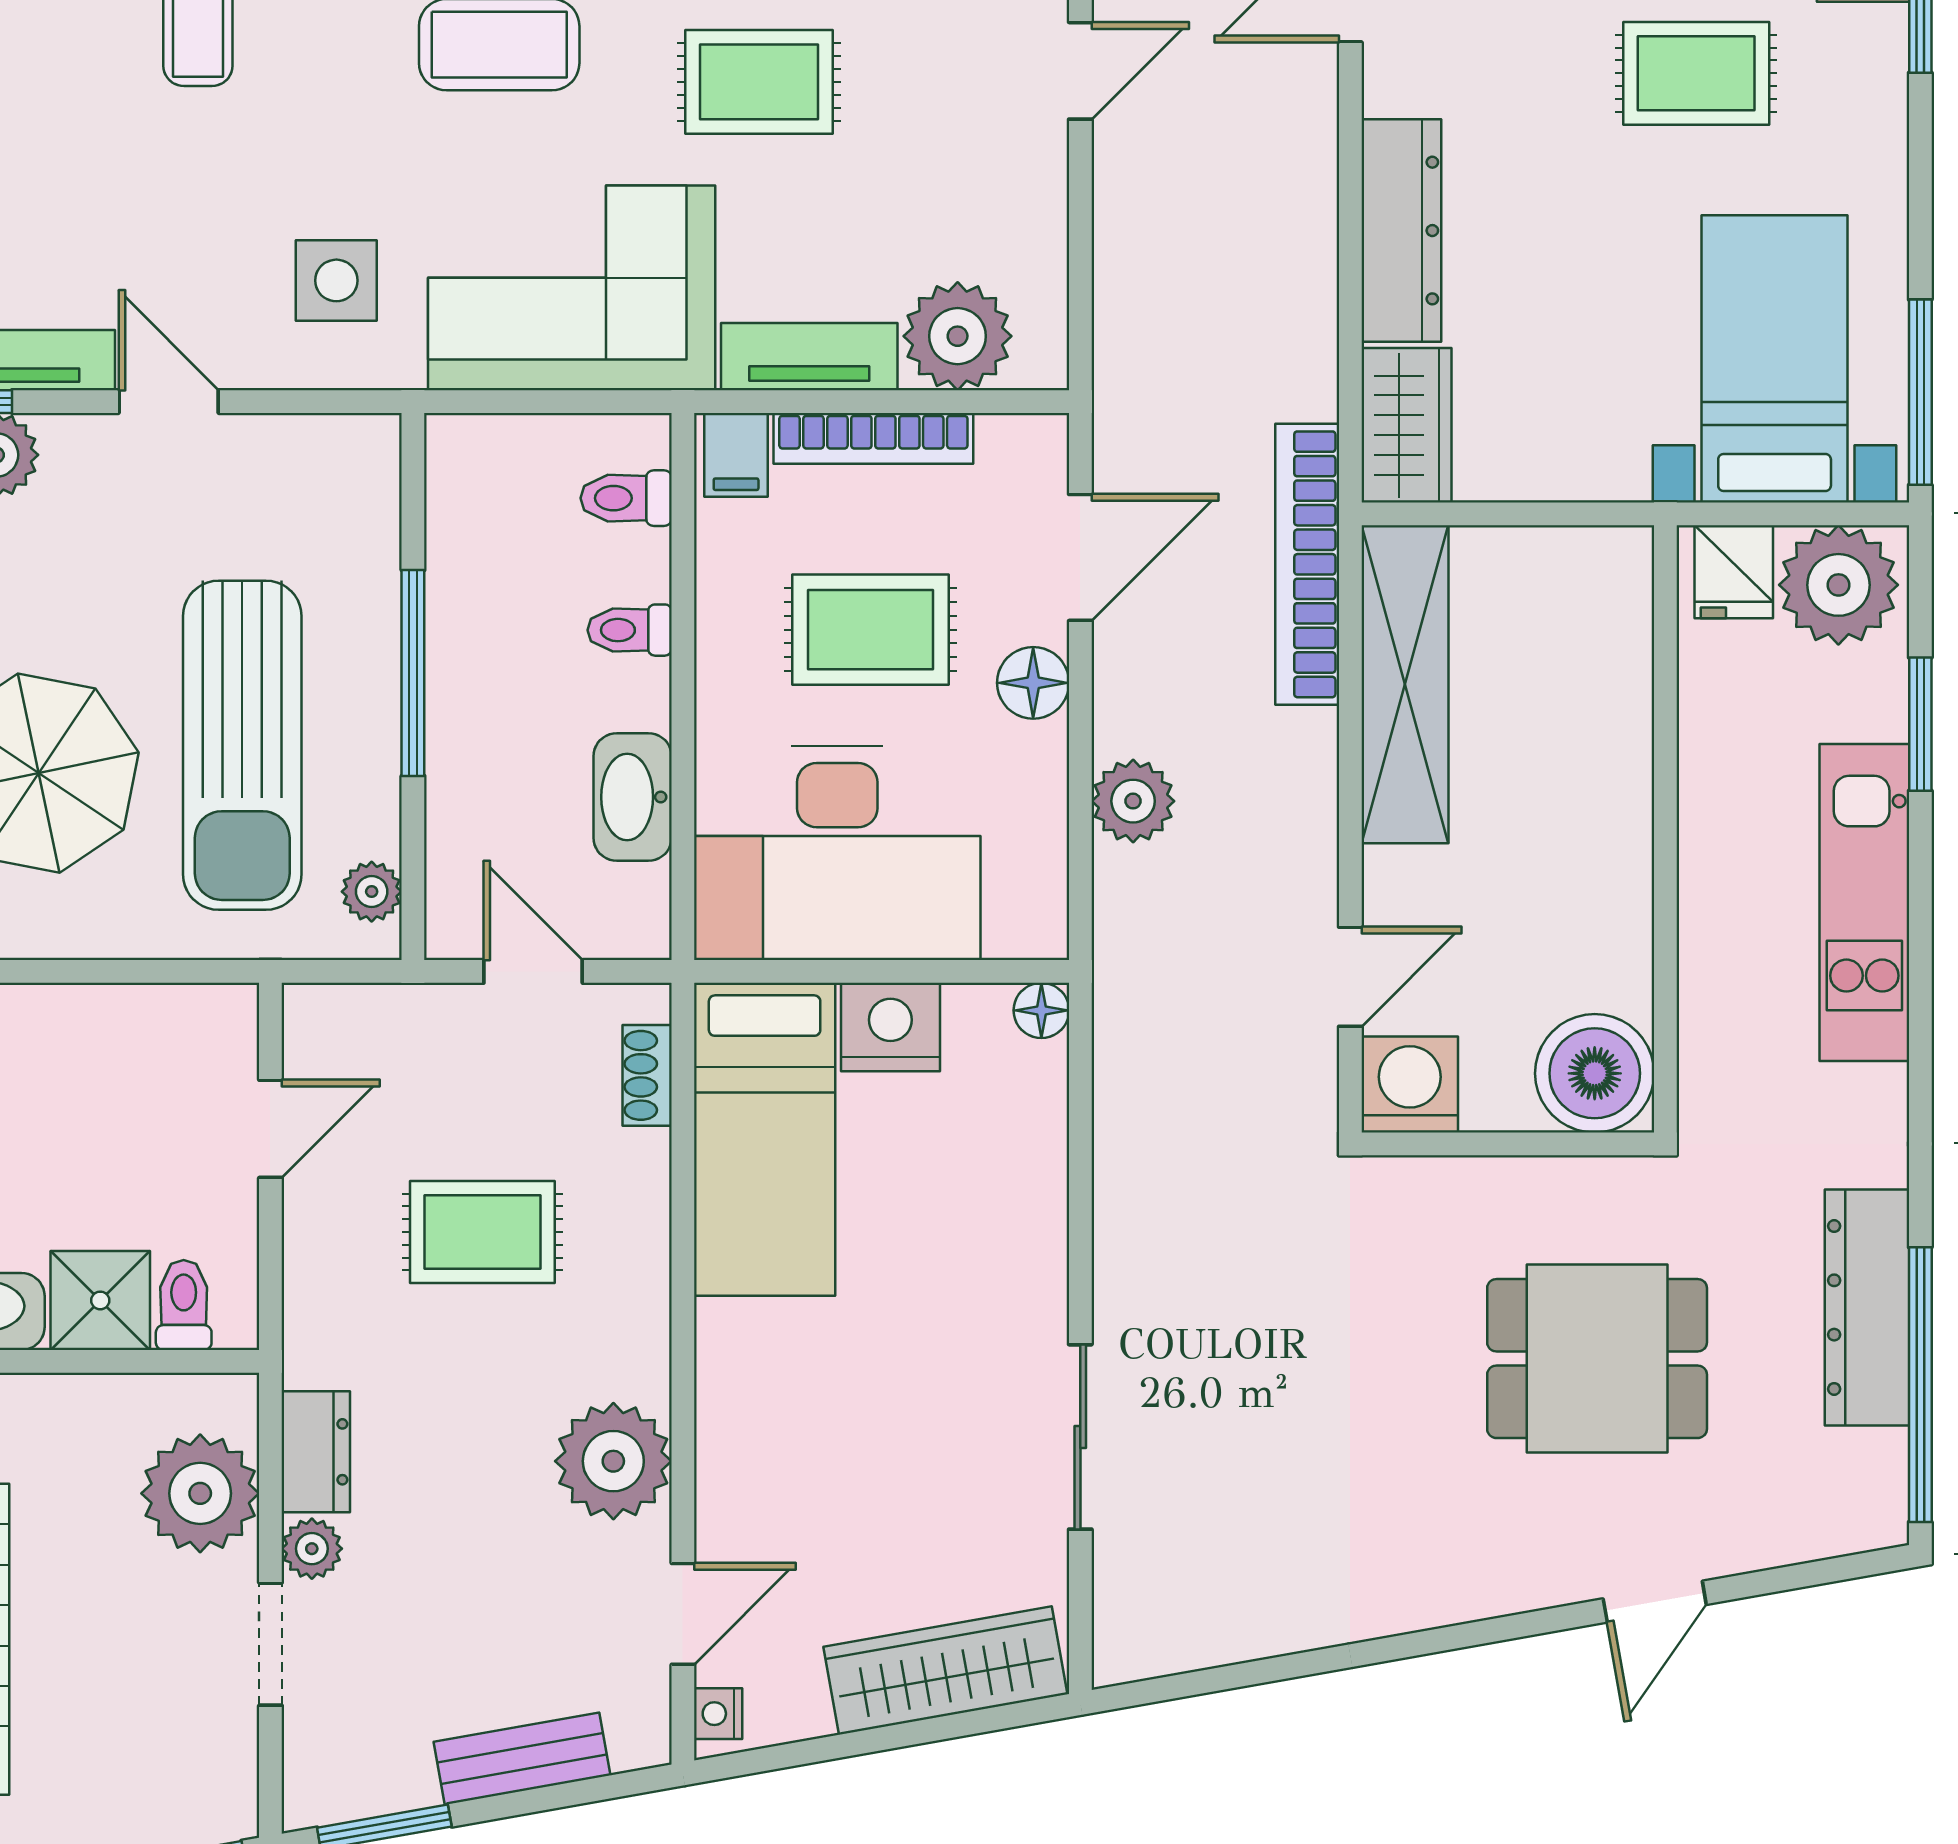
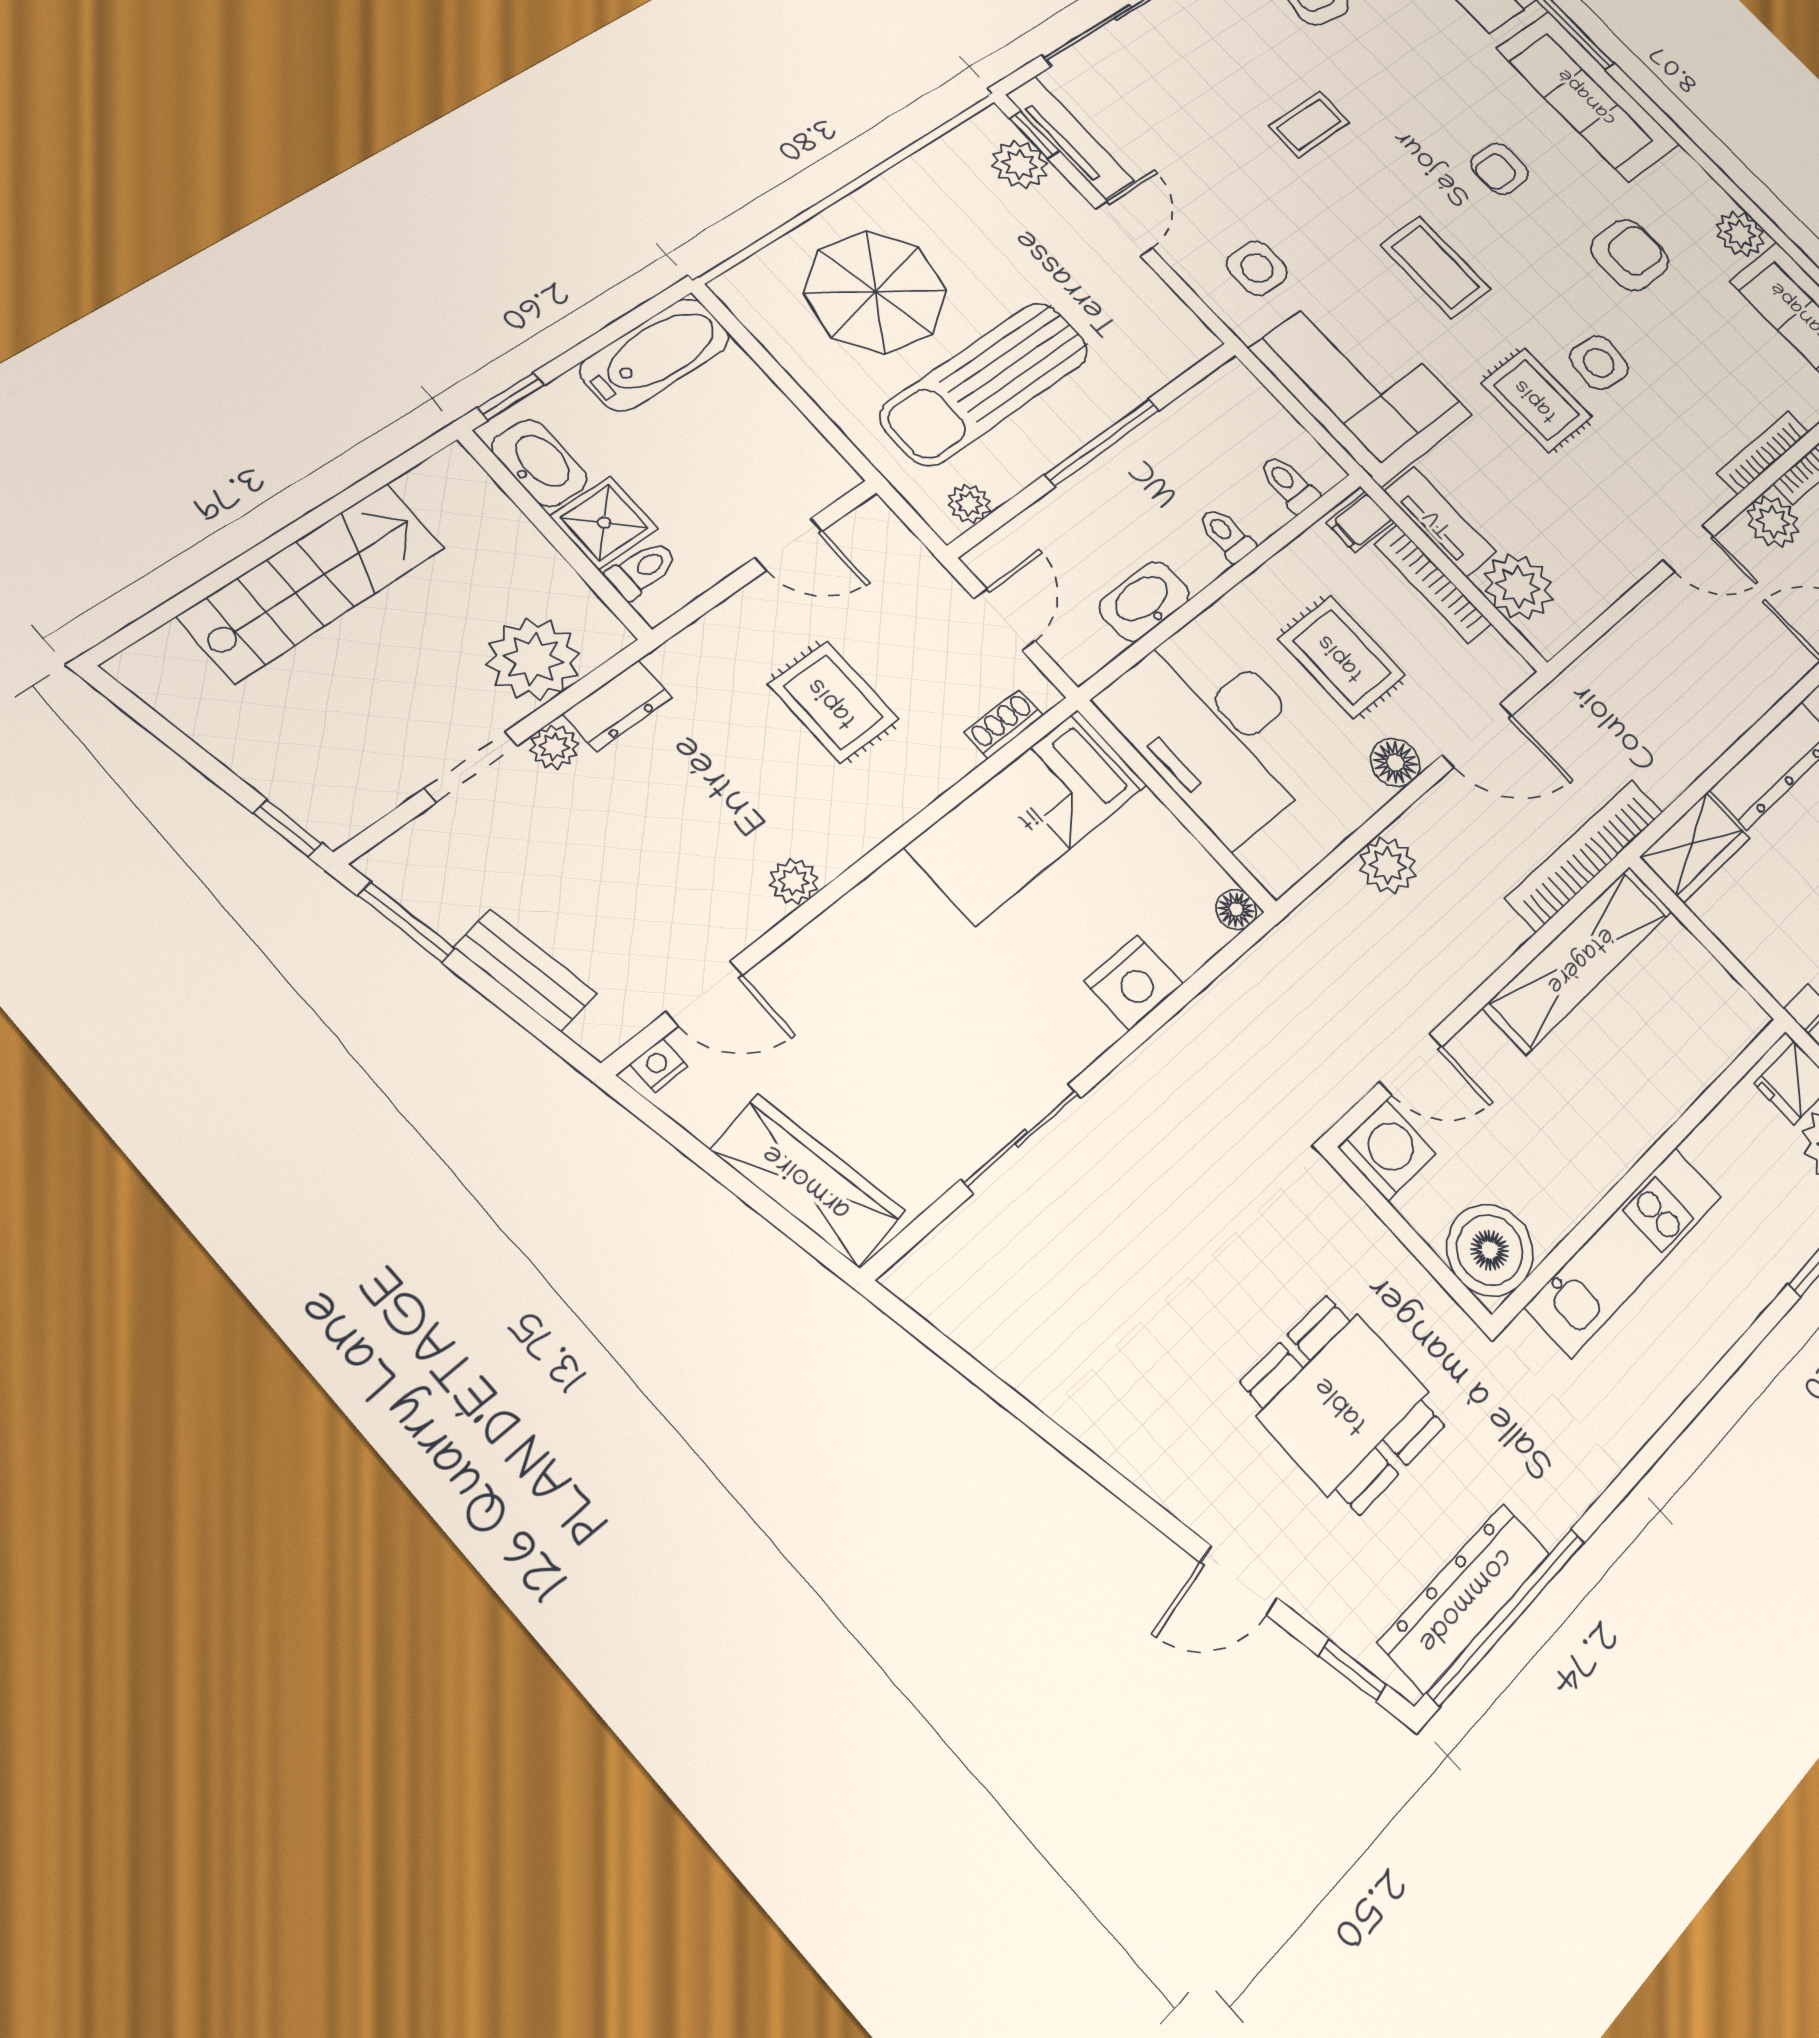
kitchen unit: (1864, 903) -> (1624, 1251), moved, turned 180
nightstand: (890, 1027) -> (1134, 982), moved, turned 90
dresser: (1867, 1307) -> (1464, 1598), moved
plant: (613, 1461) -> (794, 881), width x0.53, depth x0.53
window: (1826, 1571) -> (1353, 1670), added

